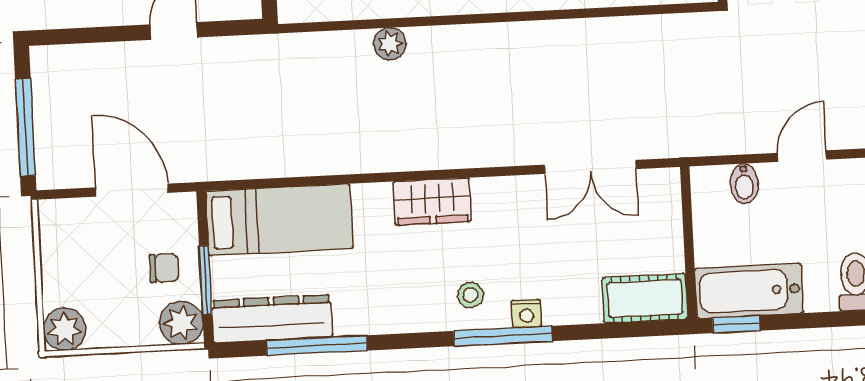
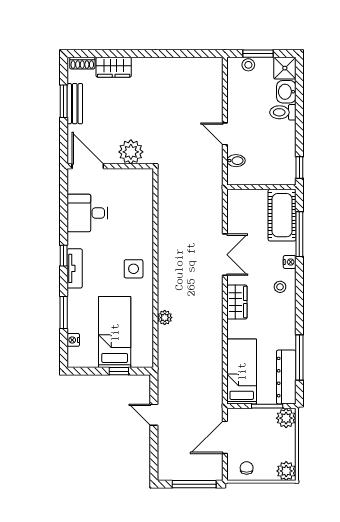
double door: (590, 167) -> (225, 255), moved
chair: (164, 268) -> (247, 468), moved
bathtub: (749, 291) -> (284, 161), removed
cot: (645, 298) -> (282, 215), width x1.37, depth x1.34
window: (503, 336) -> (299, 234), moved

